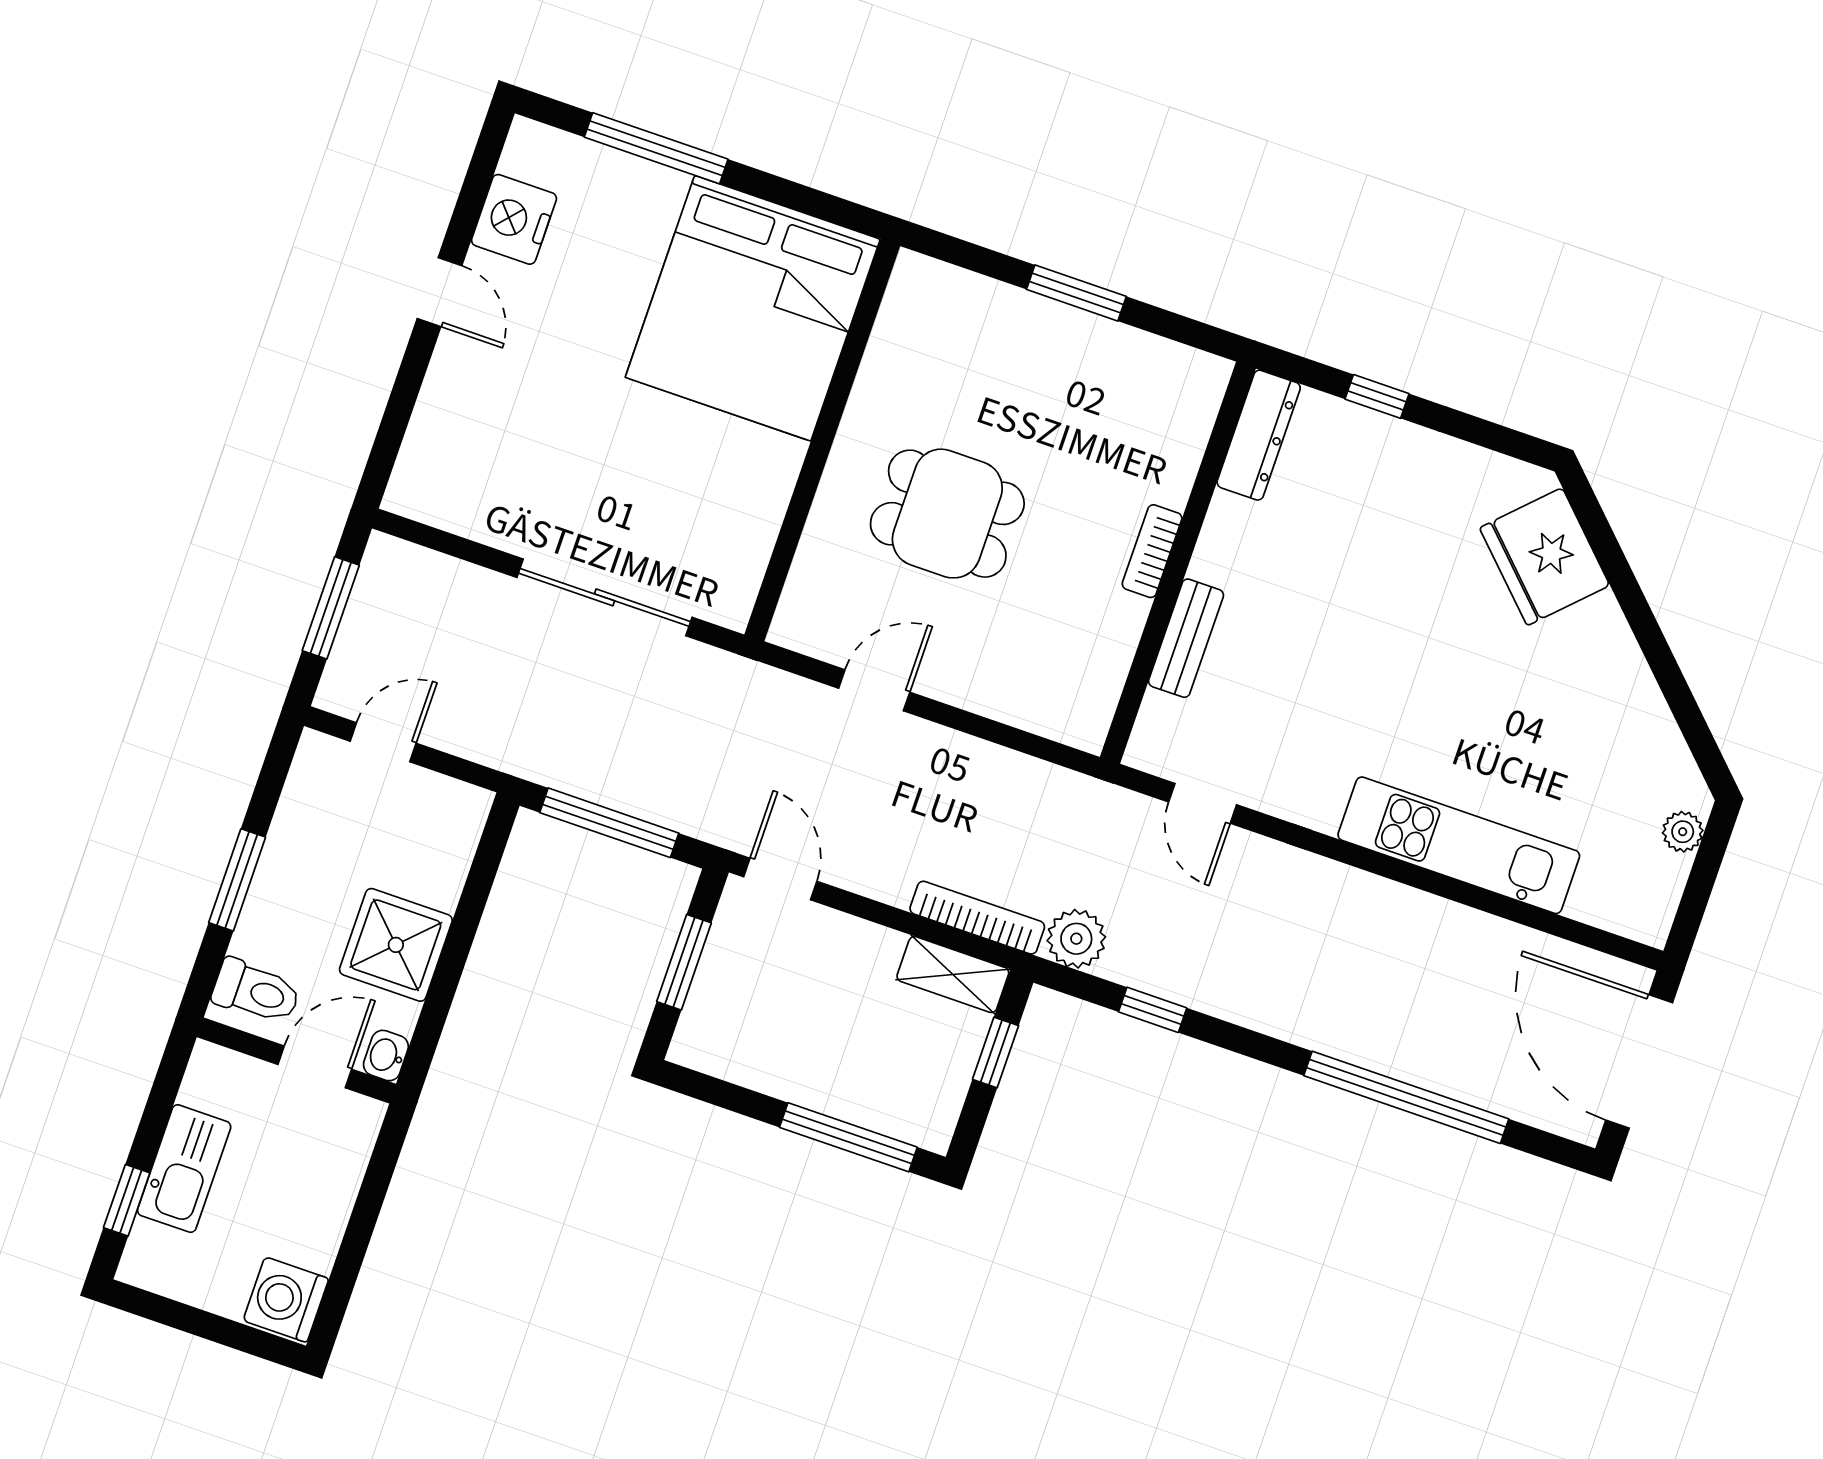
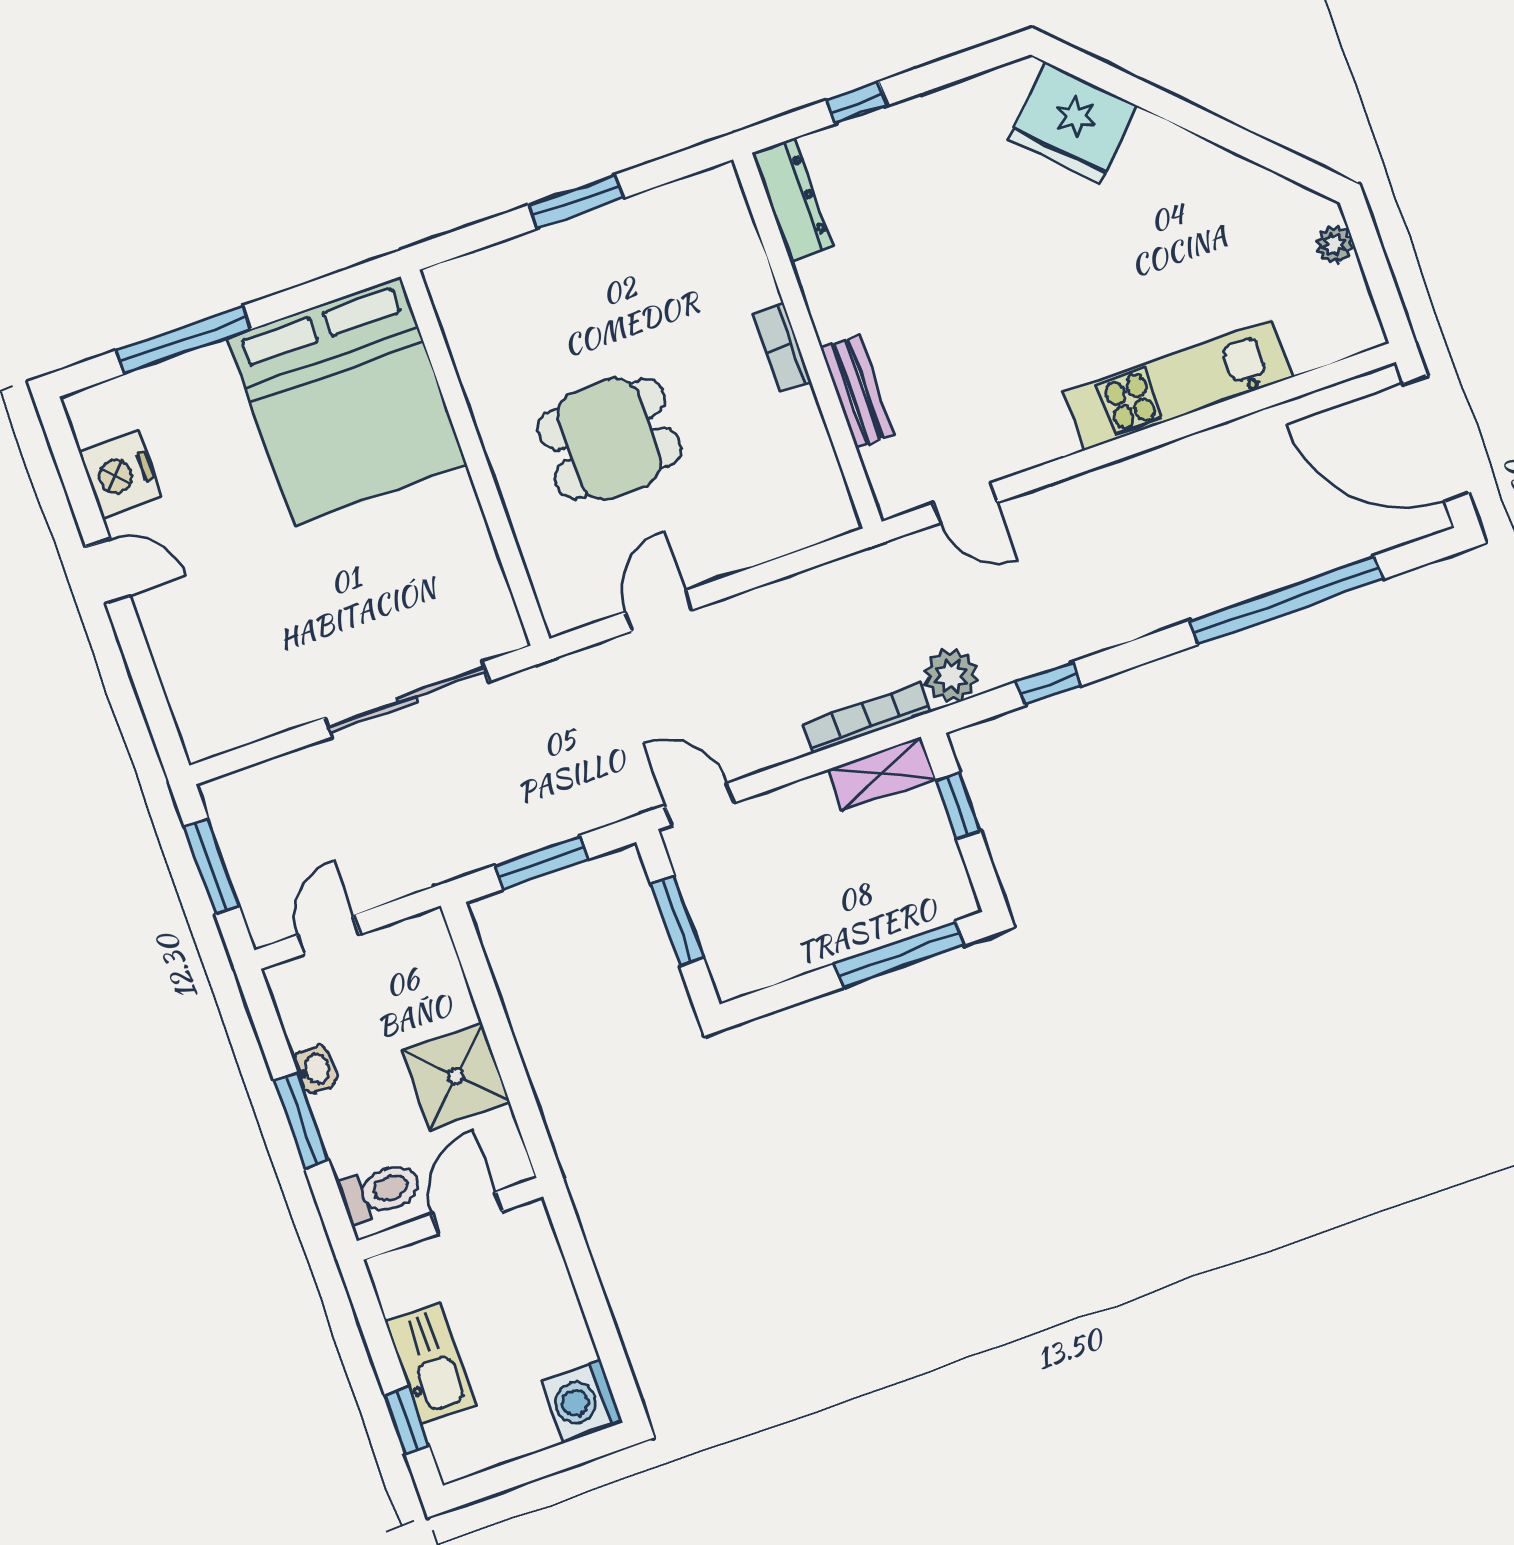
window: (609, 823) -> (541, 862), width x0.69
washbasin: (386, 1056) -> (315, 1069), moved, turned 180

